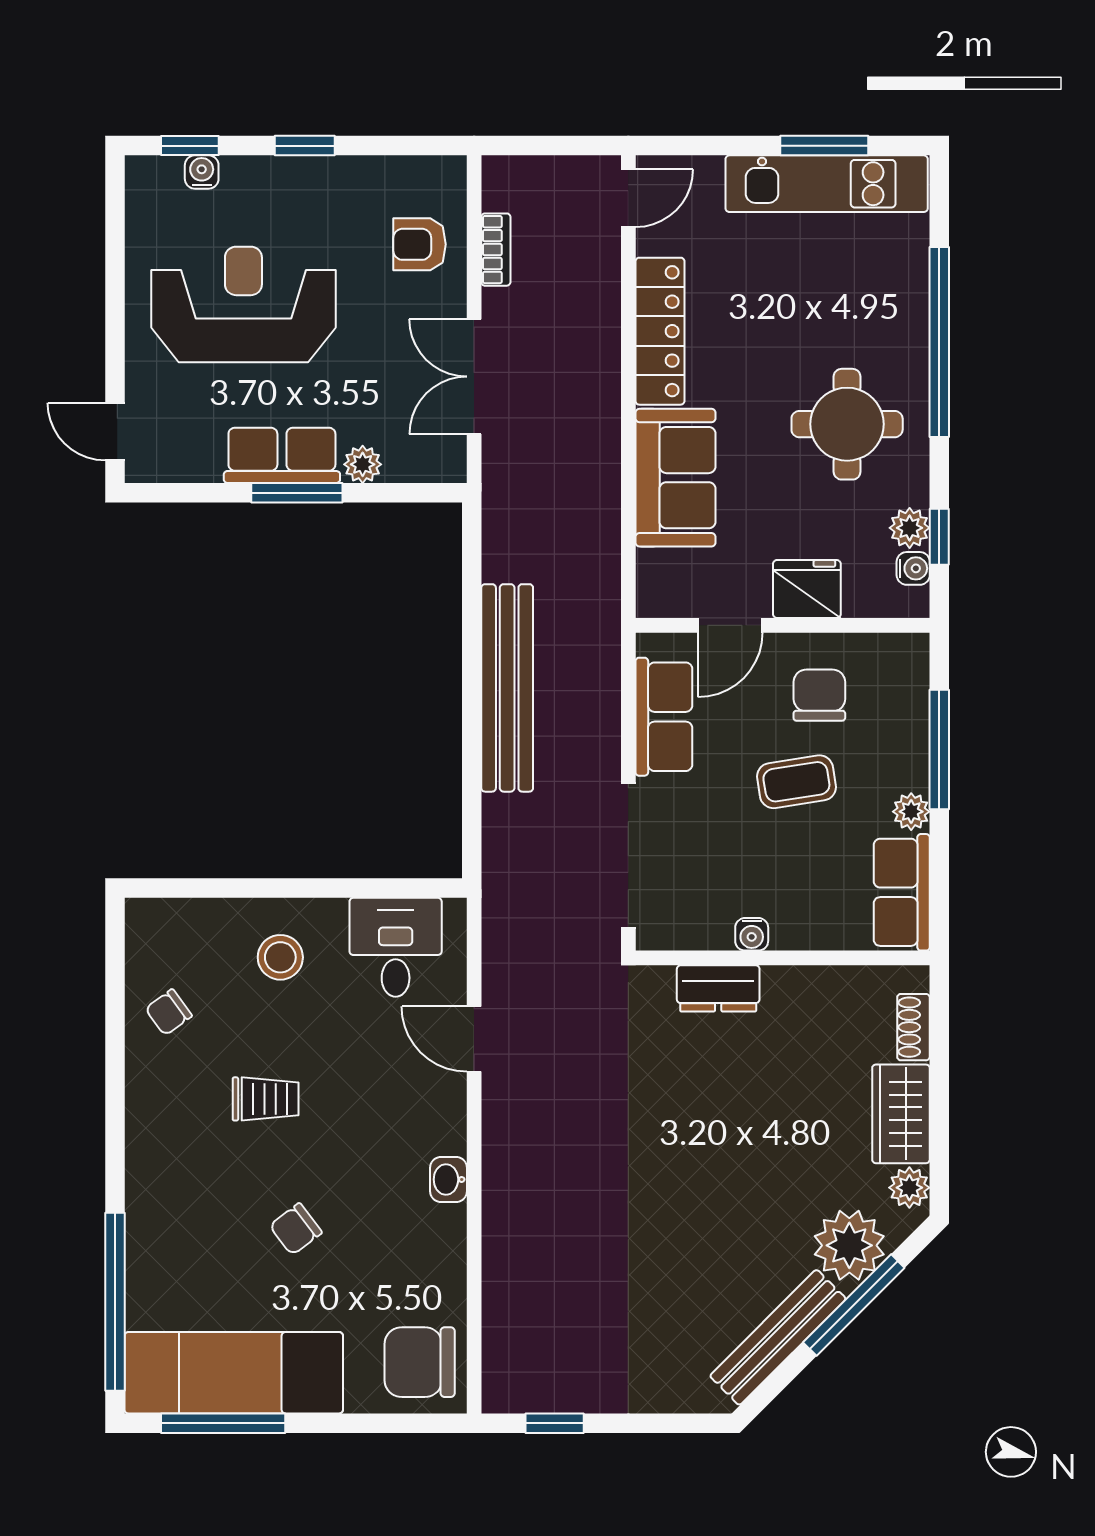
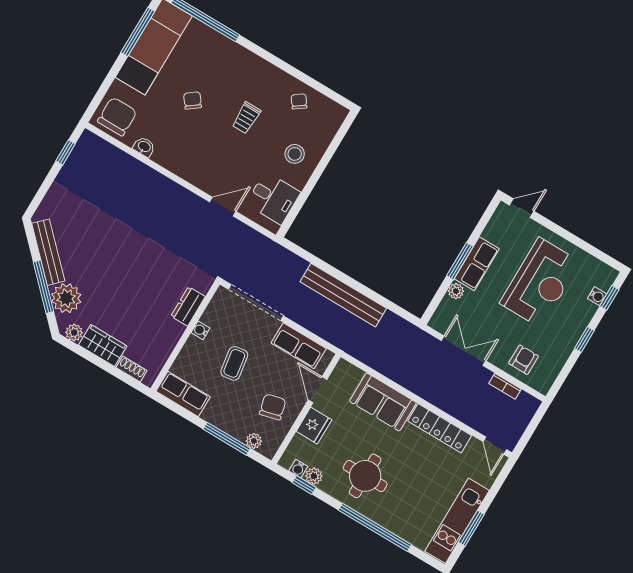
chair: (819, 695) -> (273, 407), turned -104
coffee table: (796, 782) -> (234, 363), moved
plant: (911, 812) -> (254, 441), moved
washbasin: (449, 1179) -> (144, 147), moved

